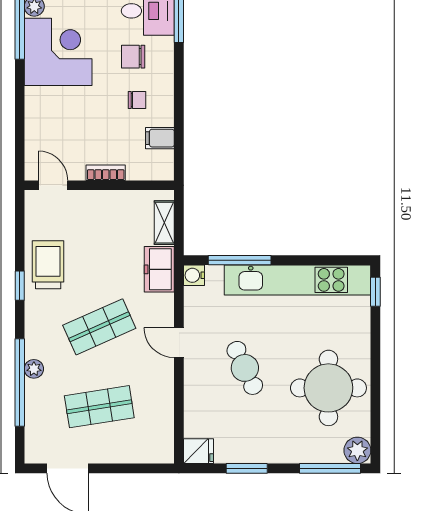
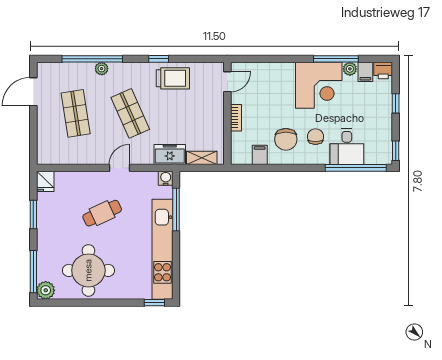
chair: (137, 100) -> (286, 139), width x1.87, depth x1.87

